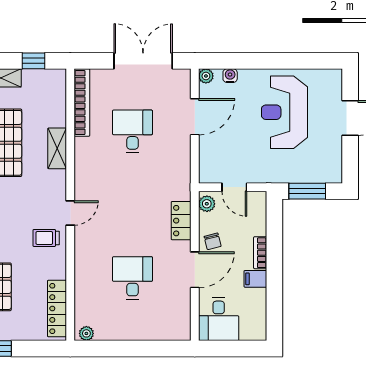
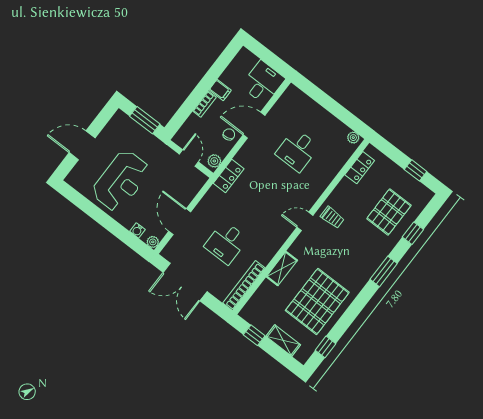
door: (195, 117) -> (180, 222), hinge flipped
locker: (181, 221) -> (229, 176), moved
locker: (57, 308) -> (360, 168), width x0.66

